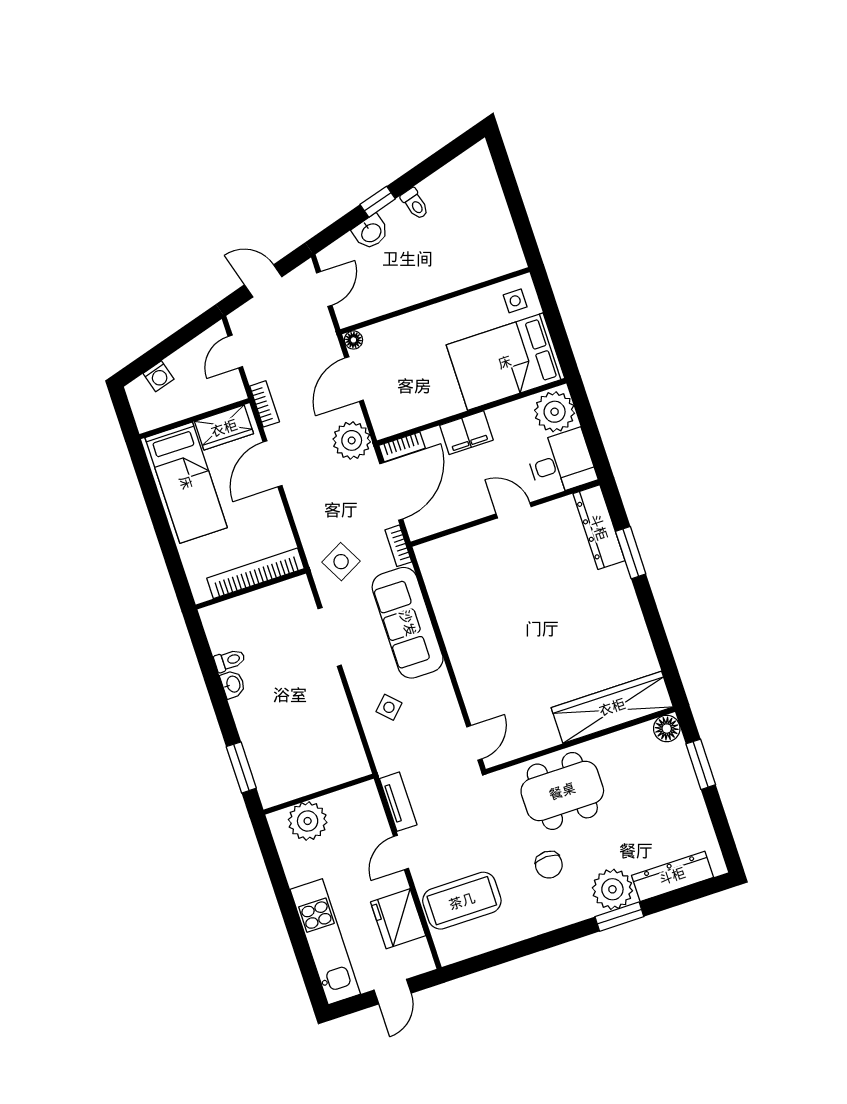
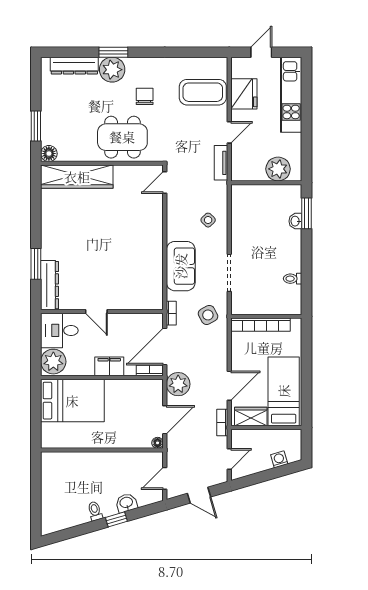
side table: (515, 301) -> (55, 434), removed
sofa: (408, 623) -> (181, 266), width x0.73
washbasin: (233, 684) -> (295, 221), moved

